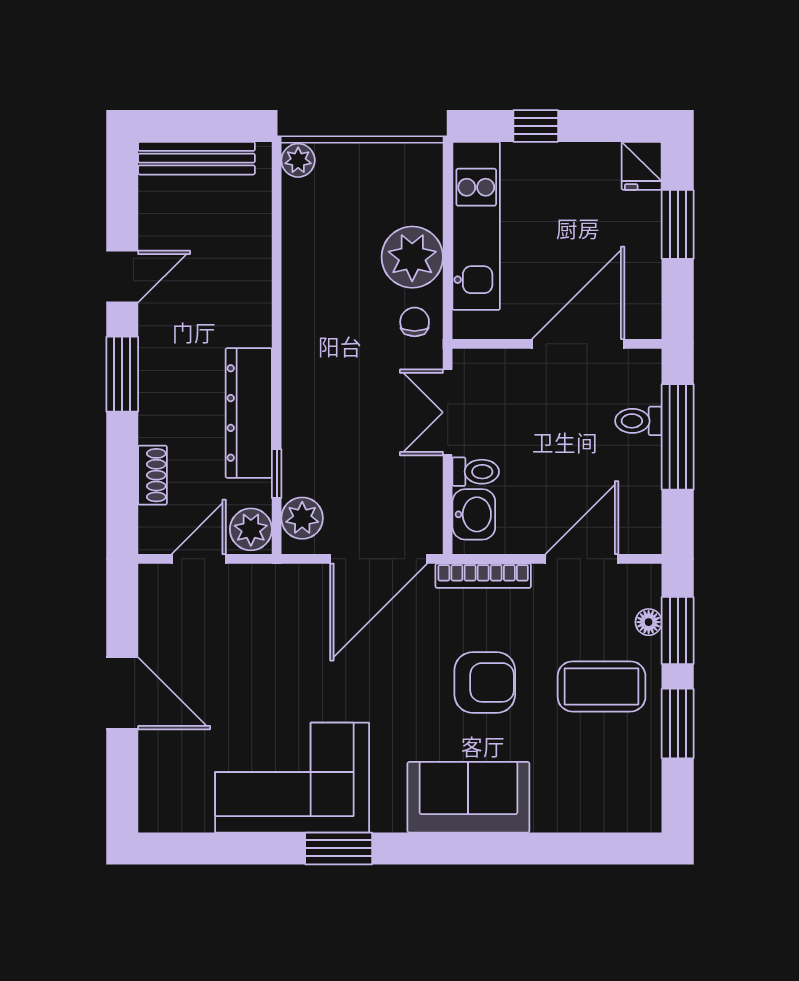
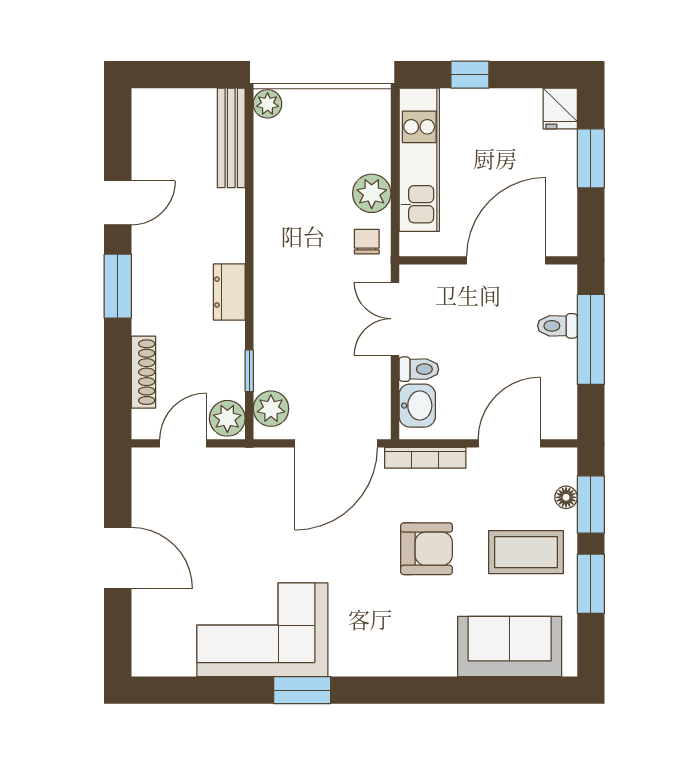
bench: (197, 158) -> (231, 138), moved, turned 90
plant: (412, 257) -> (372, 193), width x0.73, depth x0.73
dresser: (249, 413) -> (229, 292), width x0.51, depth x0.80
shoe rack: (153, 475) -> (143, 372), width x1.43
sofa: (468, 797) -> (510, 646), moved

